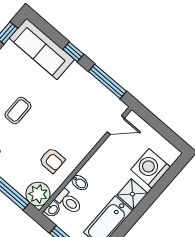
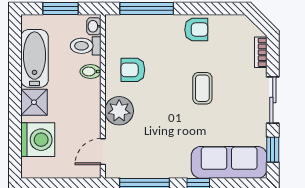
plant: (38, 194) -> (119, 111), moved

